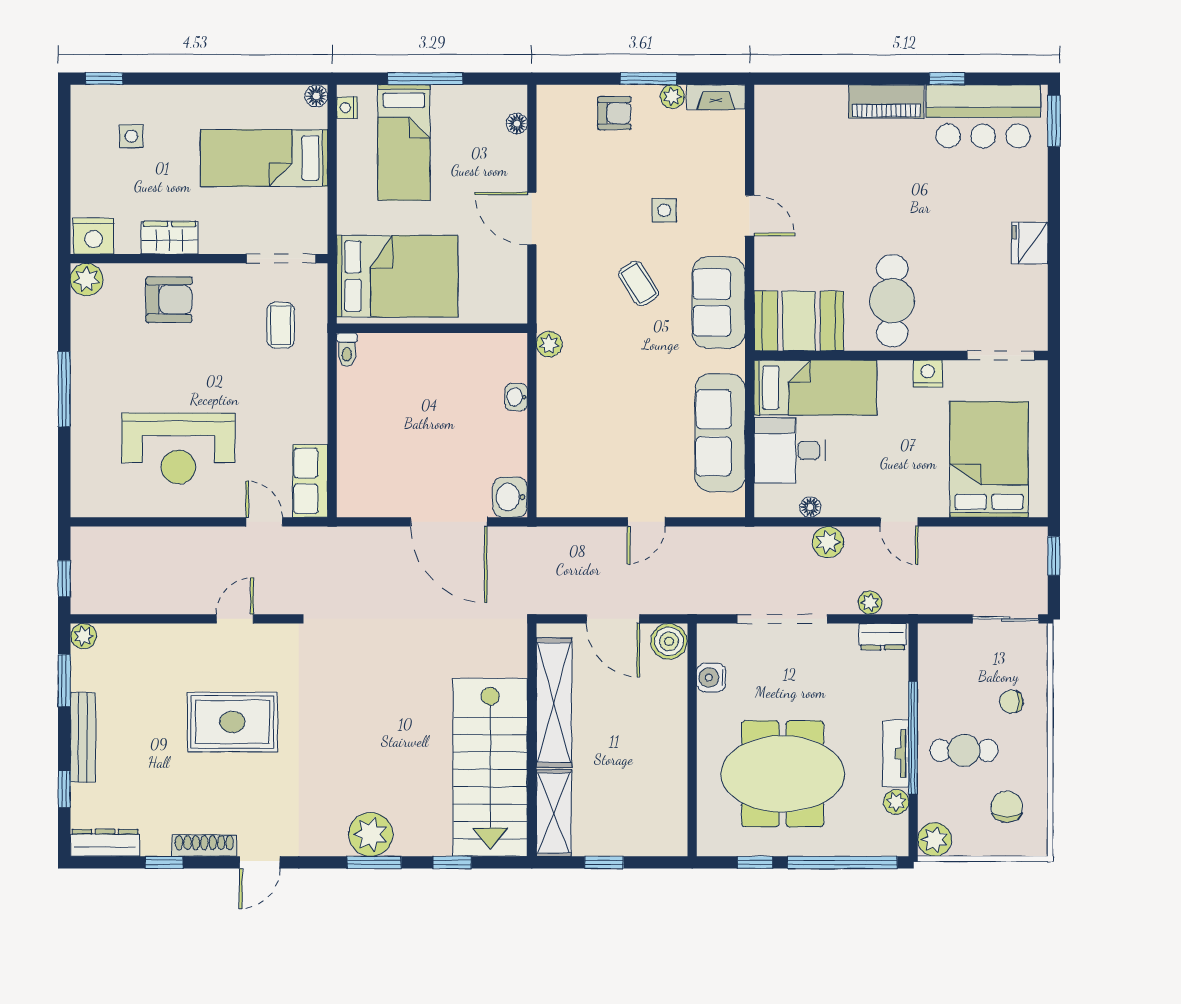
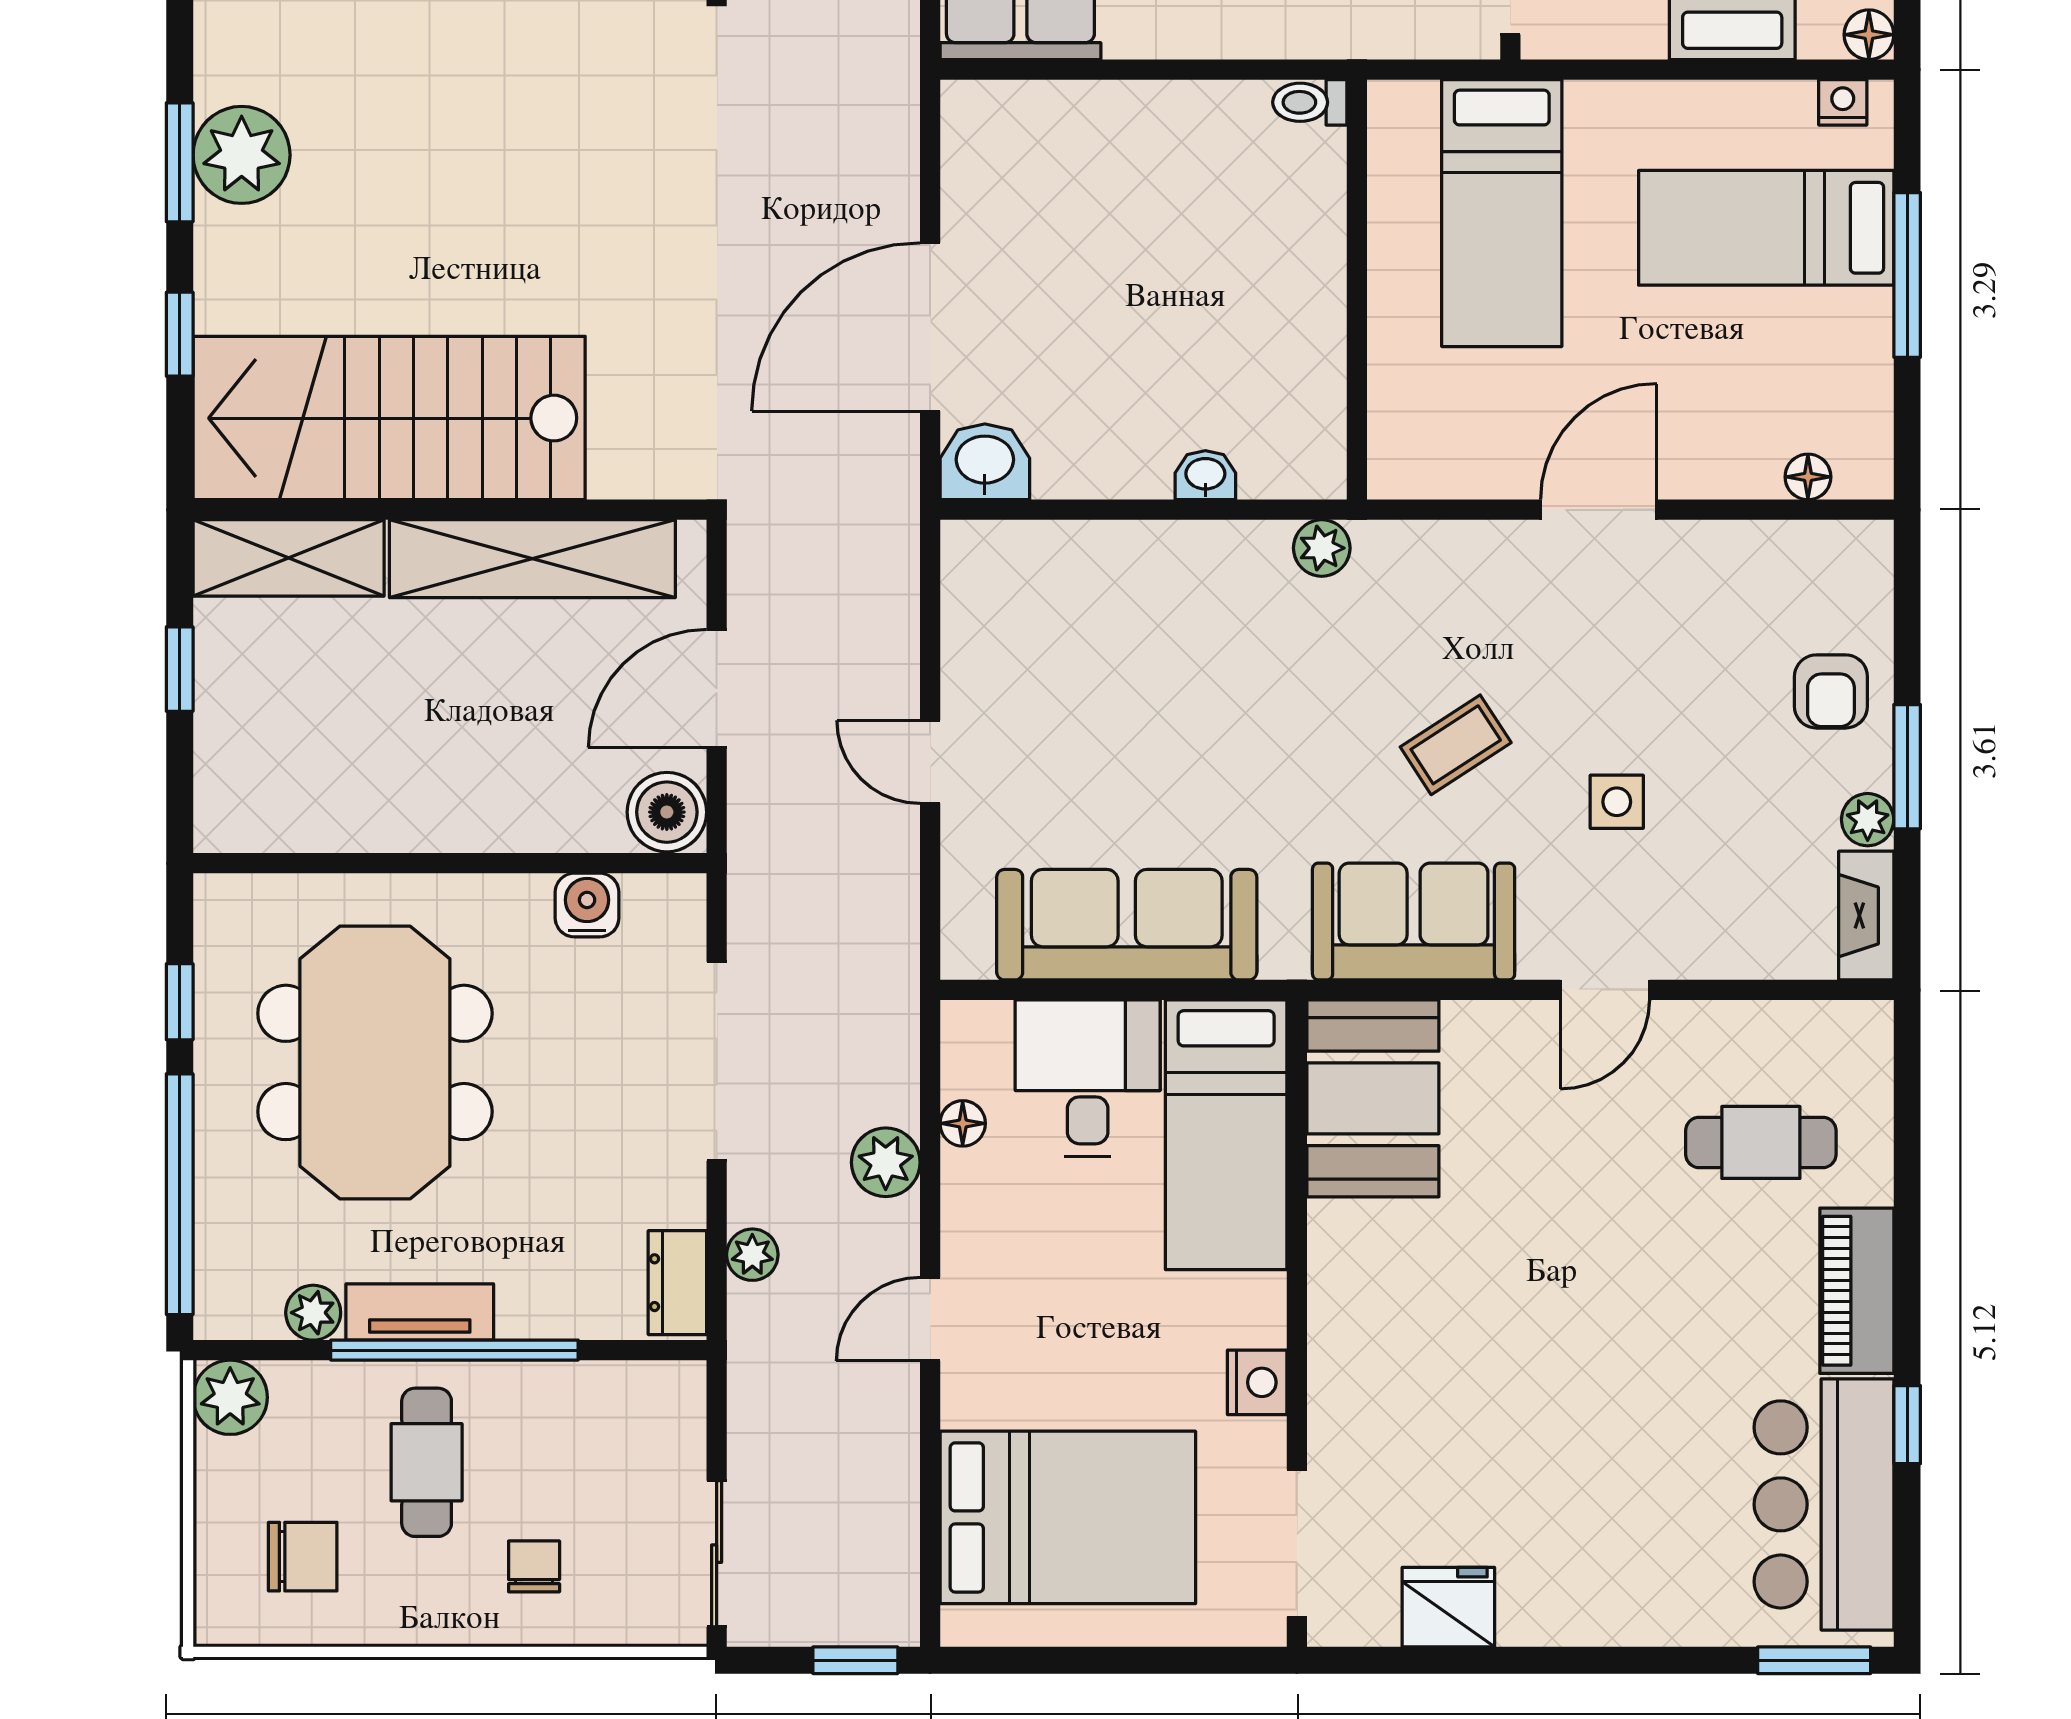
fridge: (1030, 243) -> (1448, 1607), moved
bed: (397, 276) -> (1502, 213), width x0.67
cafe table: (892, 301) -> (1761, 1142), moved, width x0.73, depth x0.74

